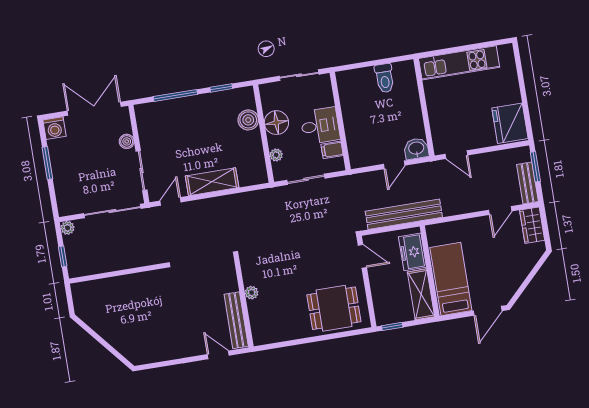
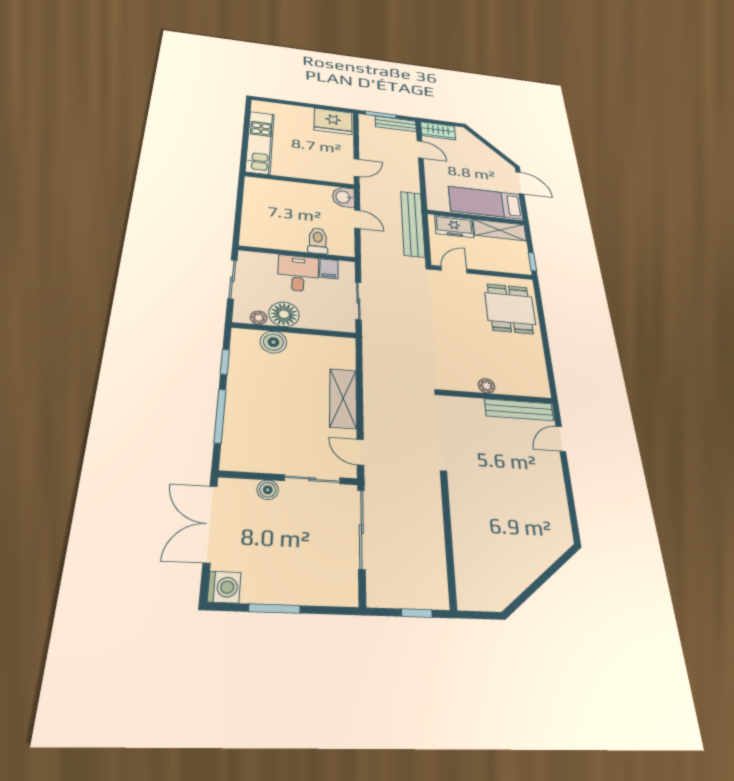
toilet: (384, 78) -> (318, 241), moved, turned -90
plant: (276, 155) -> (259, 318), moved
plant: (68, 228) -> (376, 597), removed

